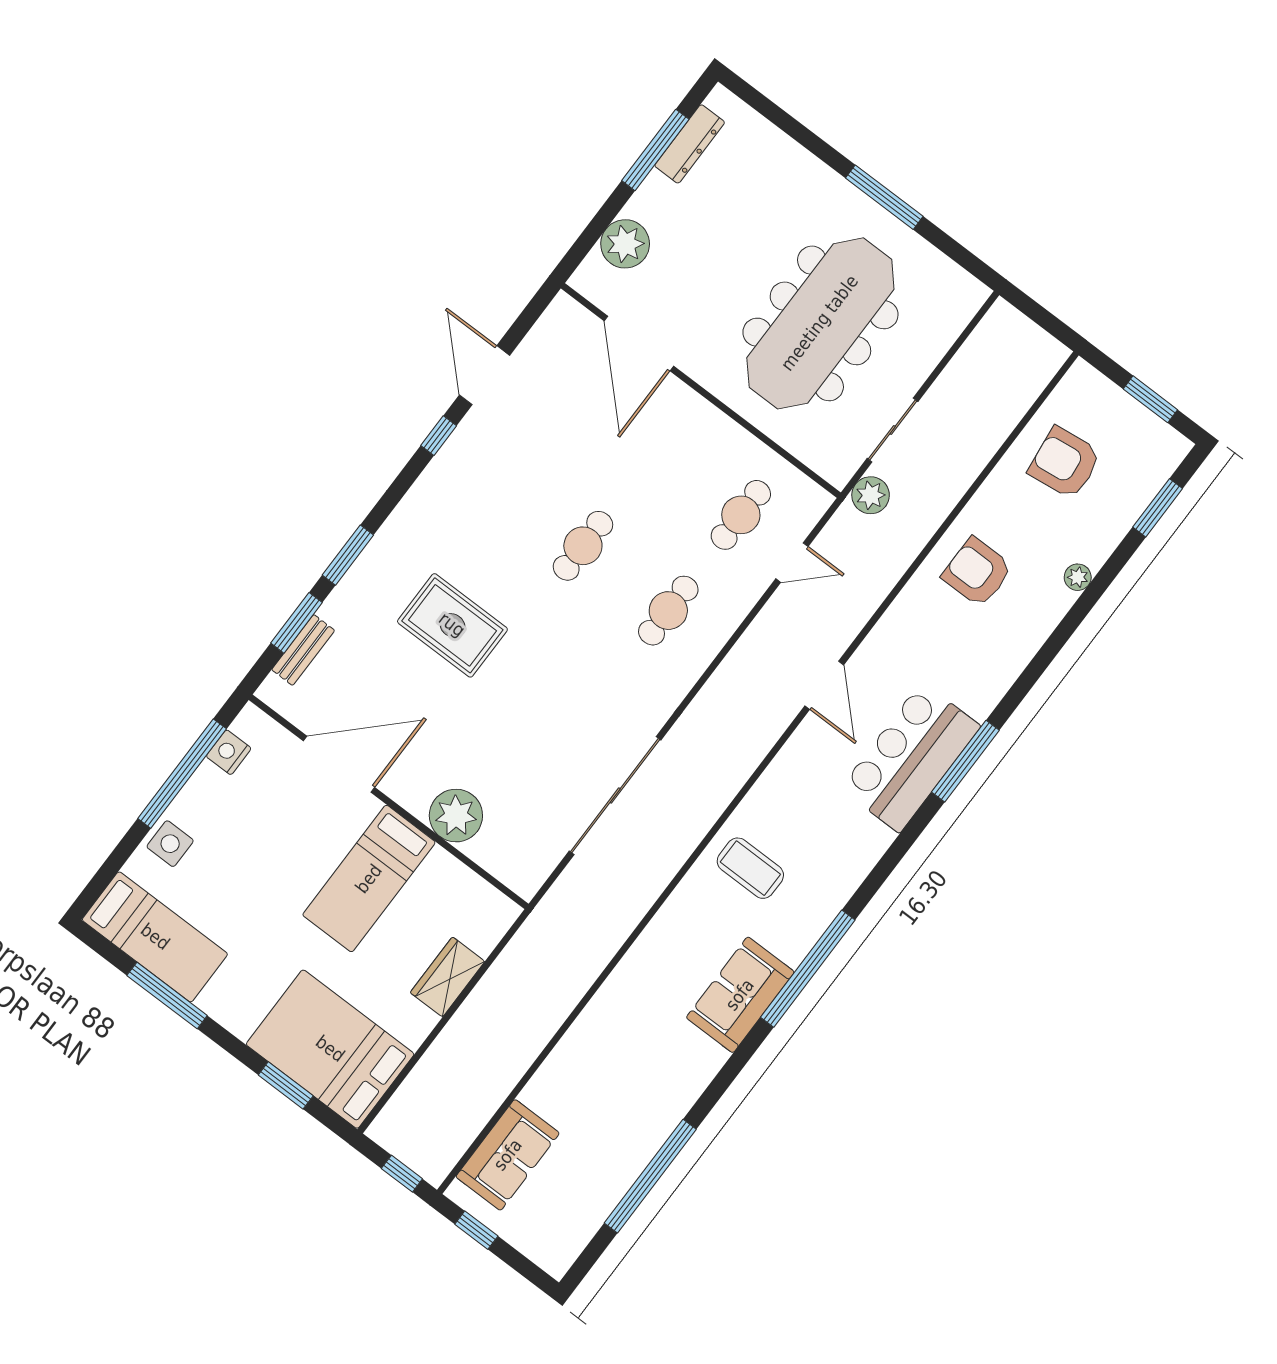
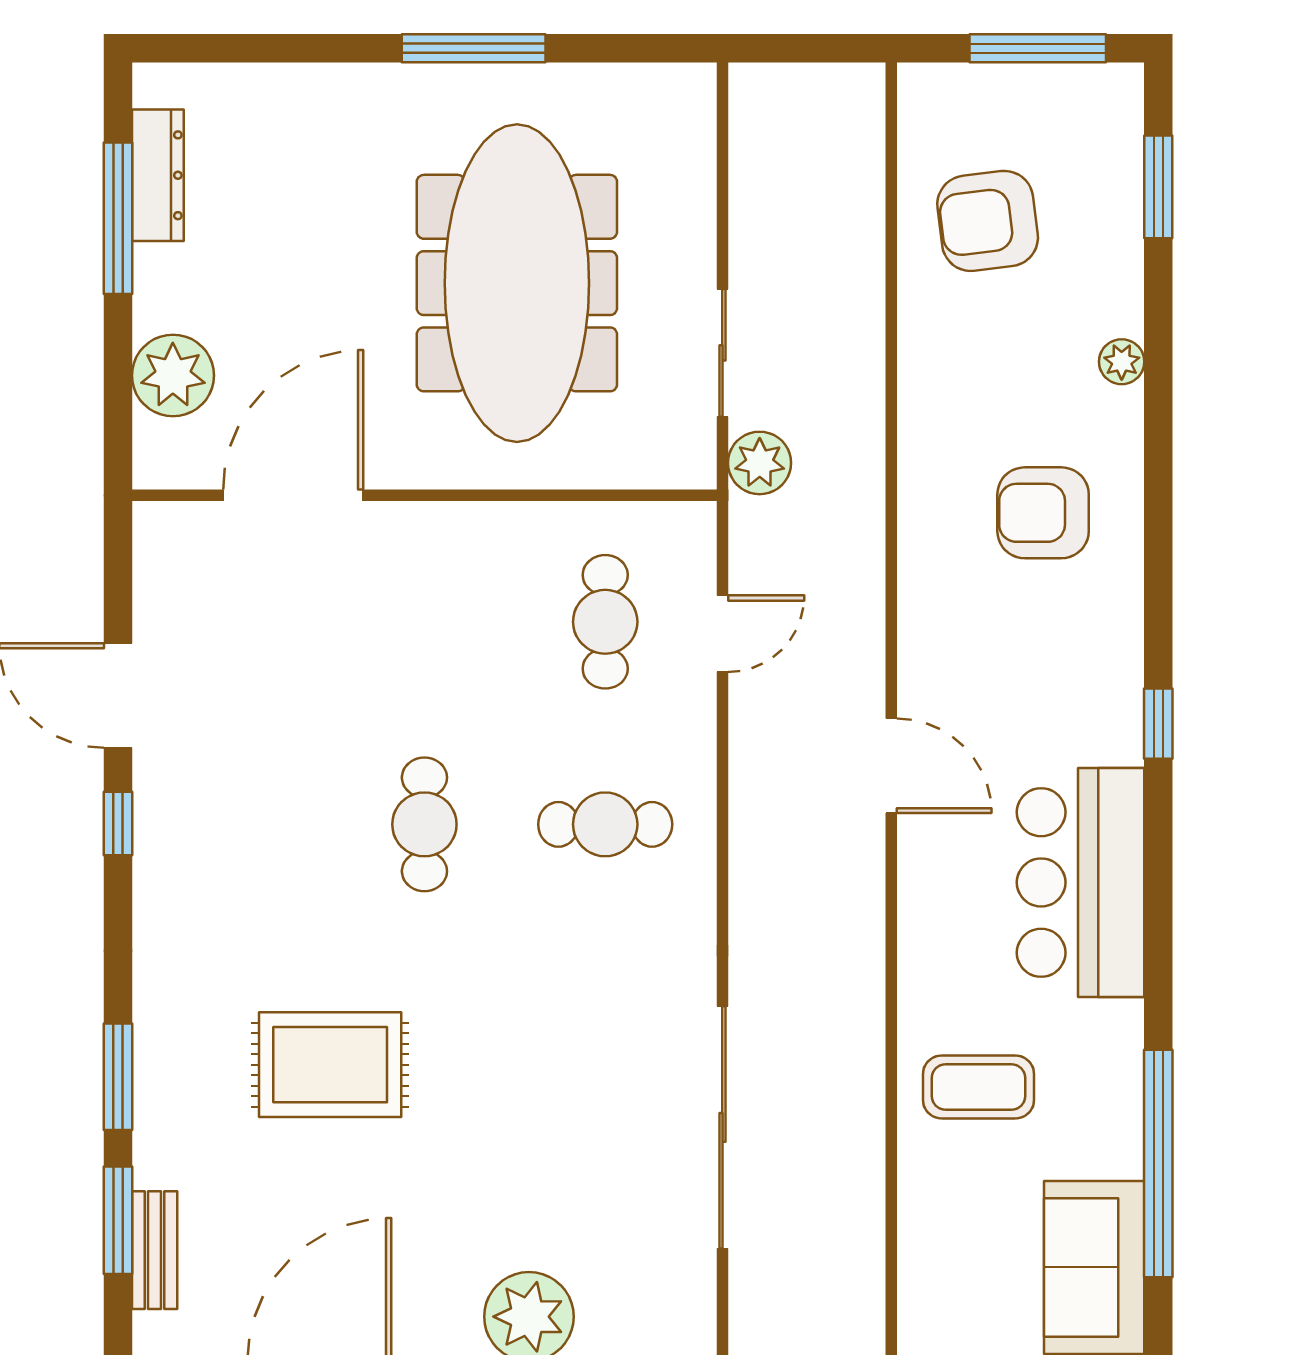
door: (639, 343) -> (293, 495), swing flipped
window: (1150, 399) -> (1038, 48), width x1.44
armchair: (977, 572) -> (1043, 513), moved
cafe table: (668, 611) -> (605, 824), turned 90
bar counter: (910, 757) -> (1081, 882), moved
window: (965, 761) -> (1158, 724), width x0.46

